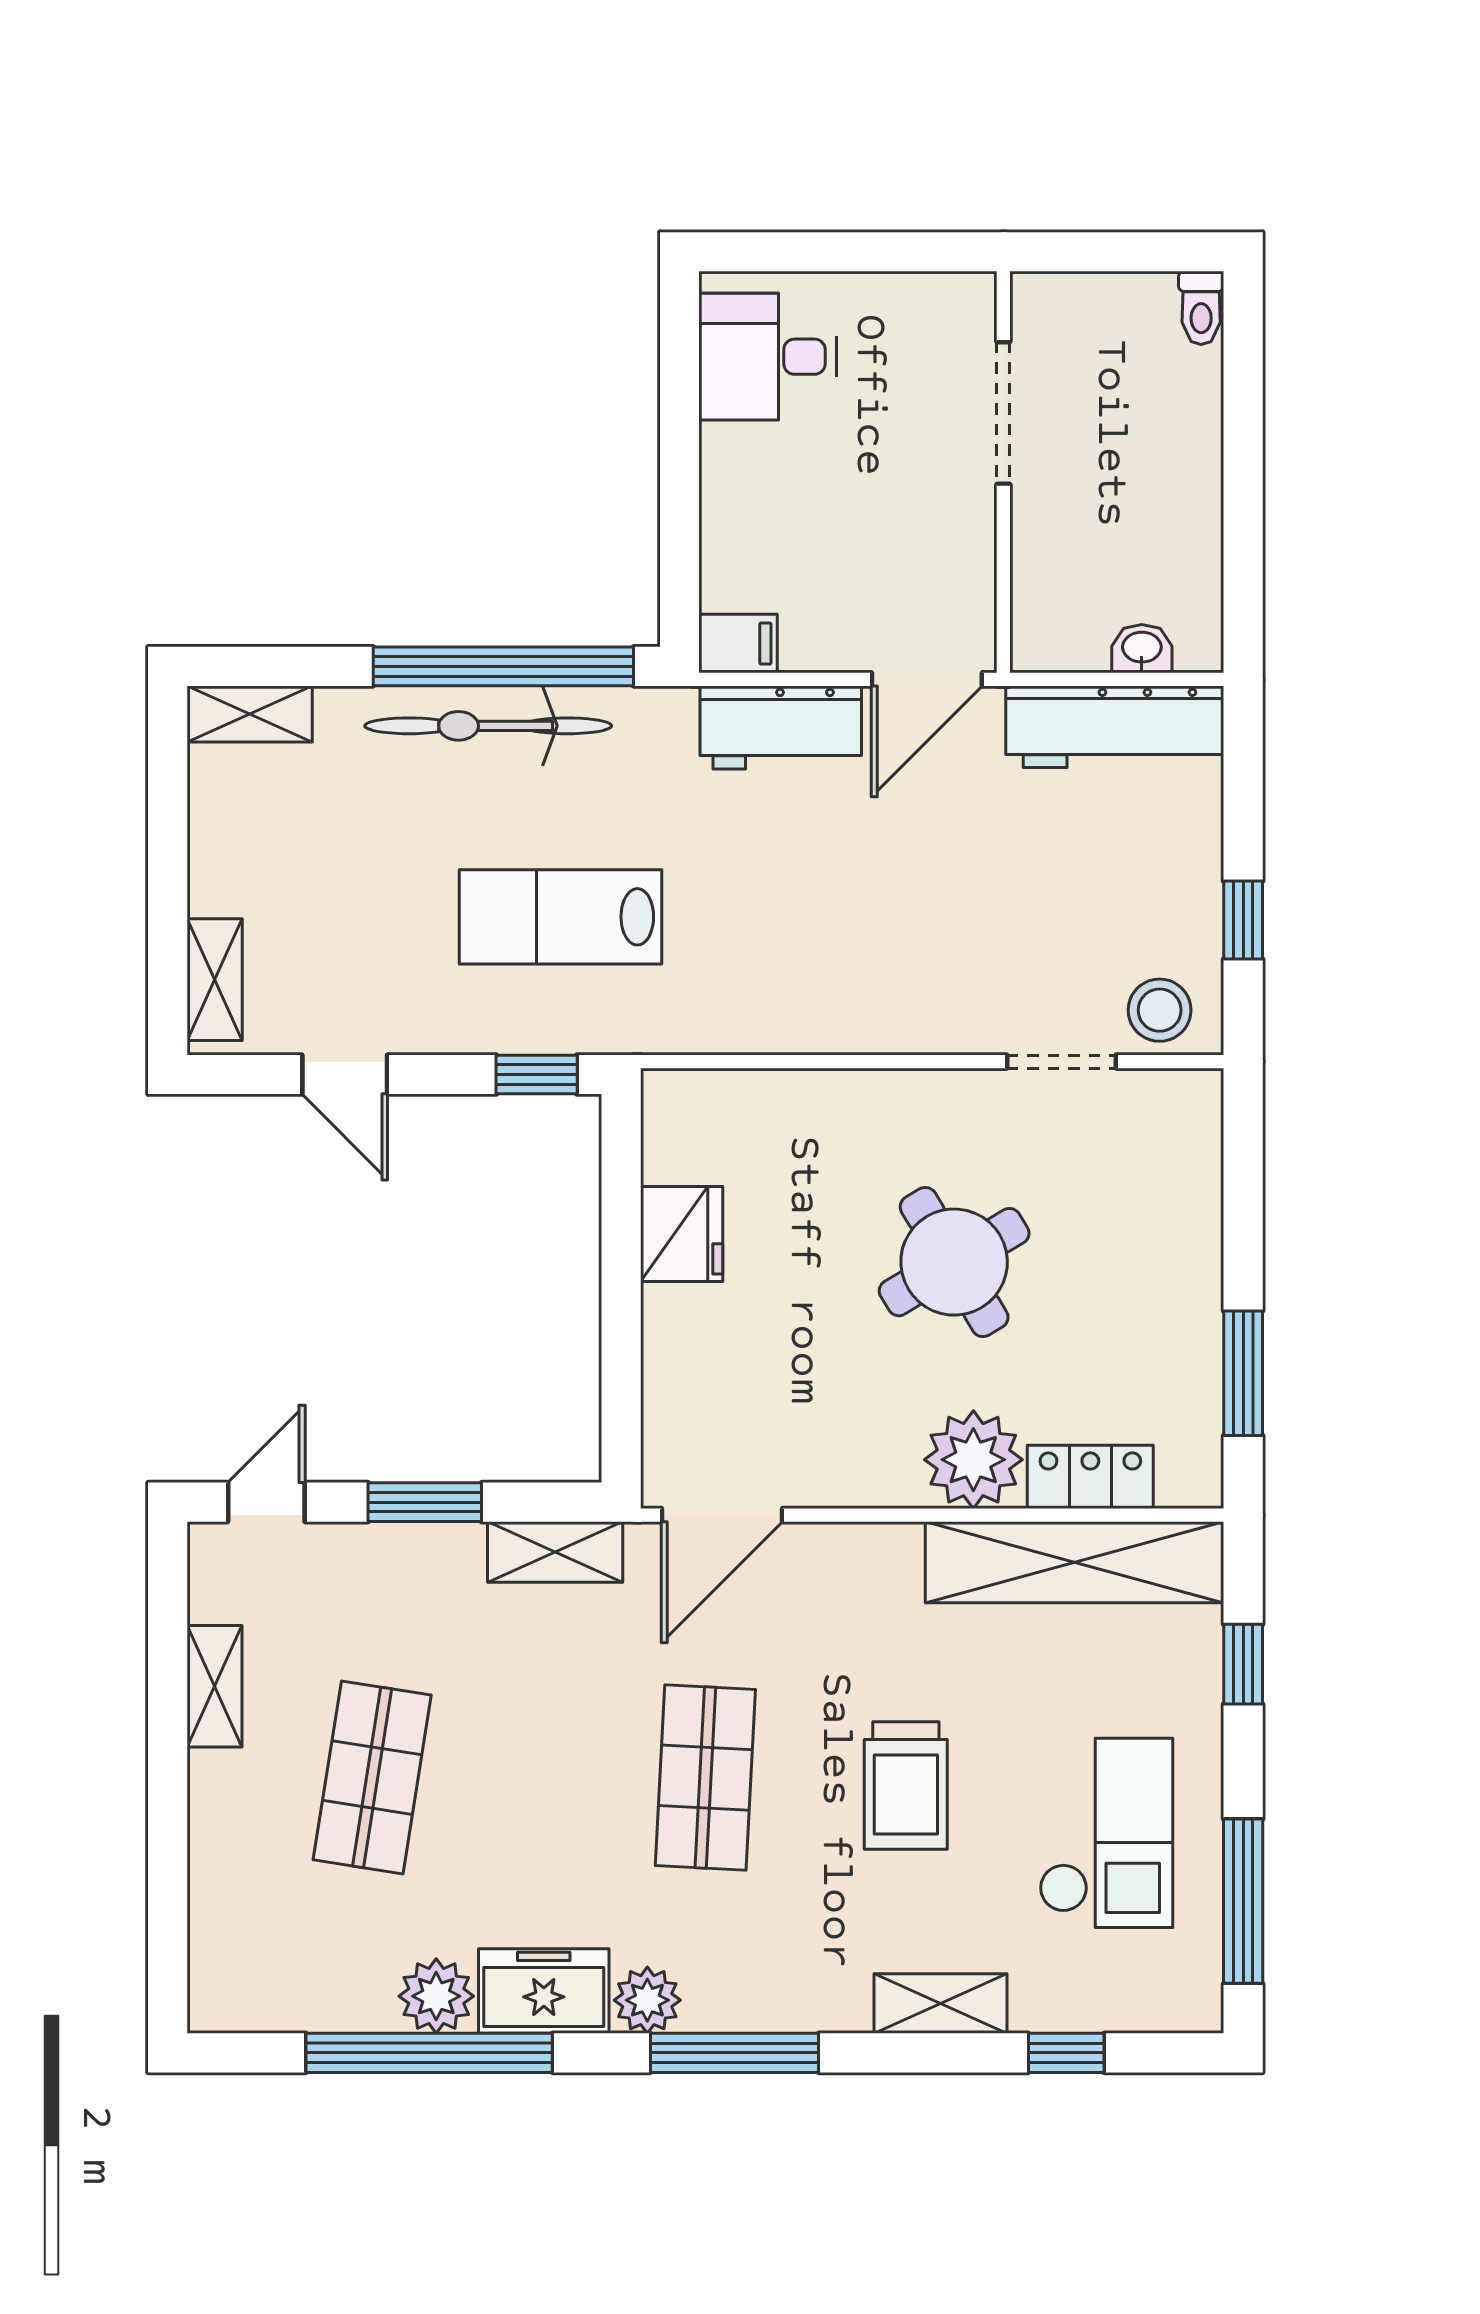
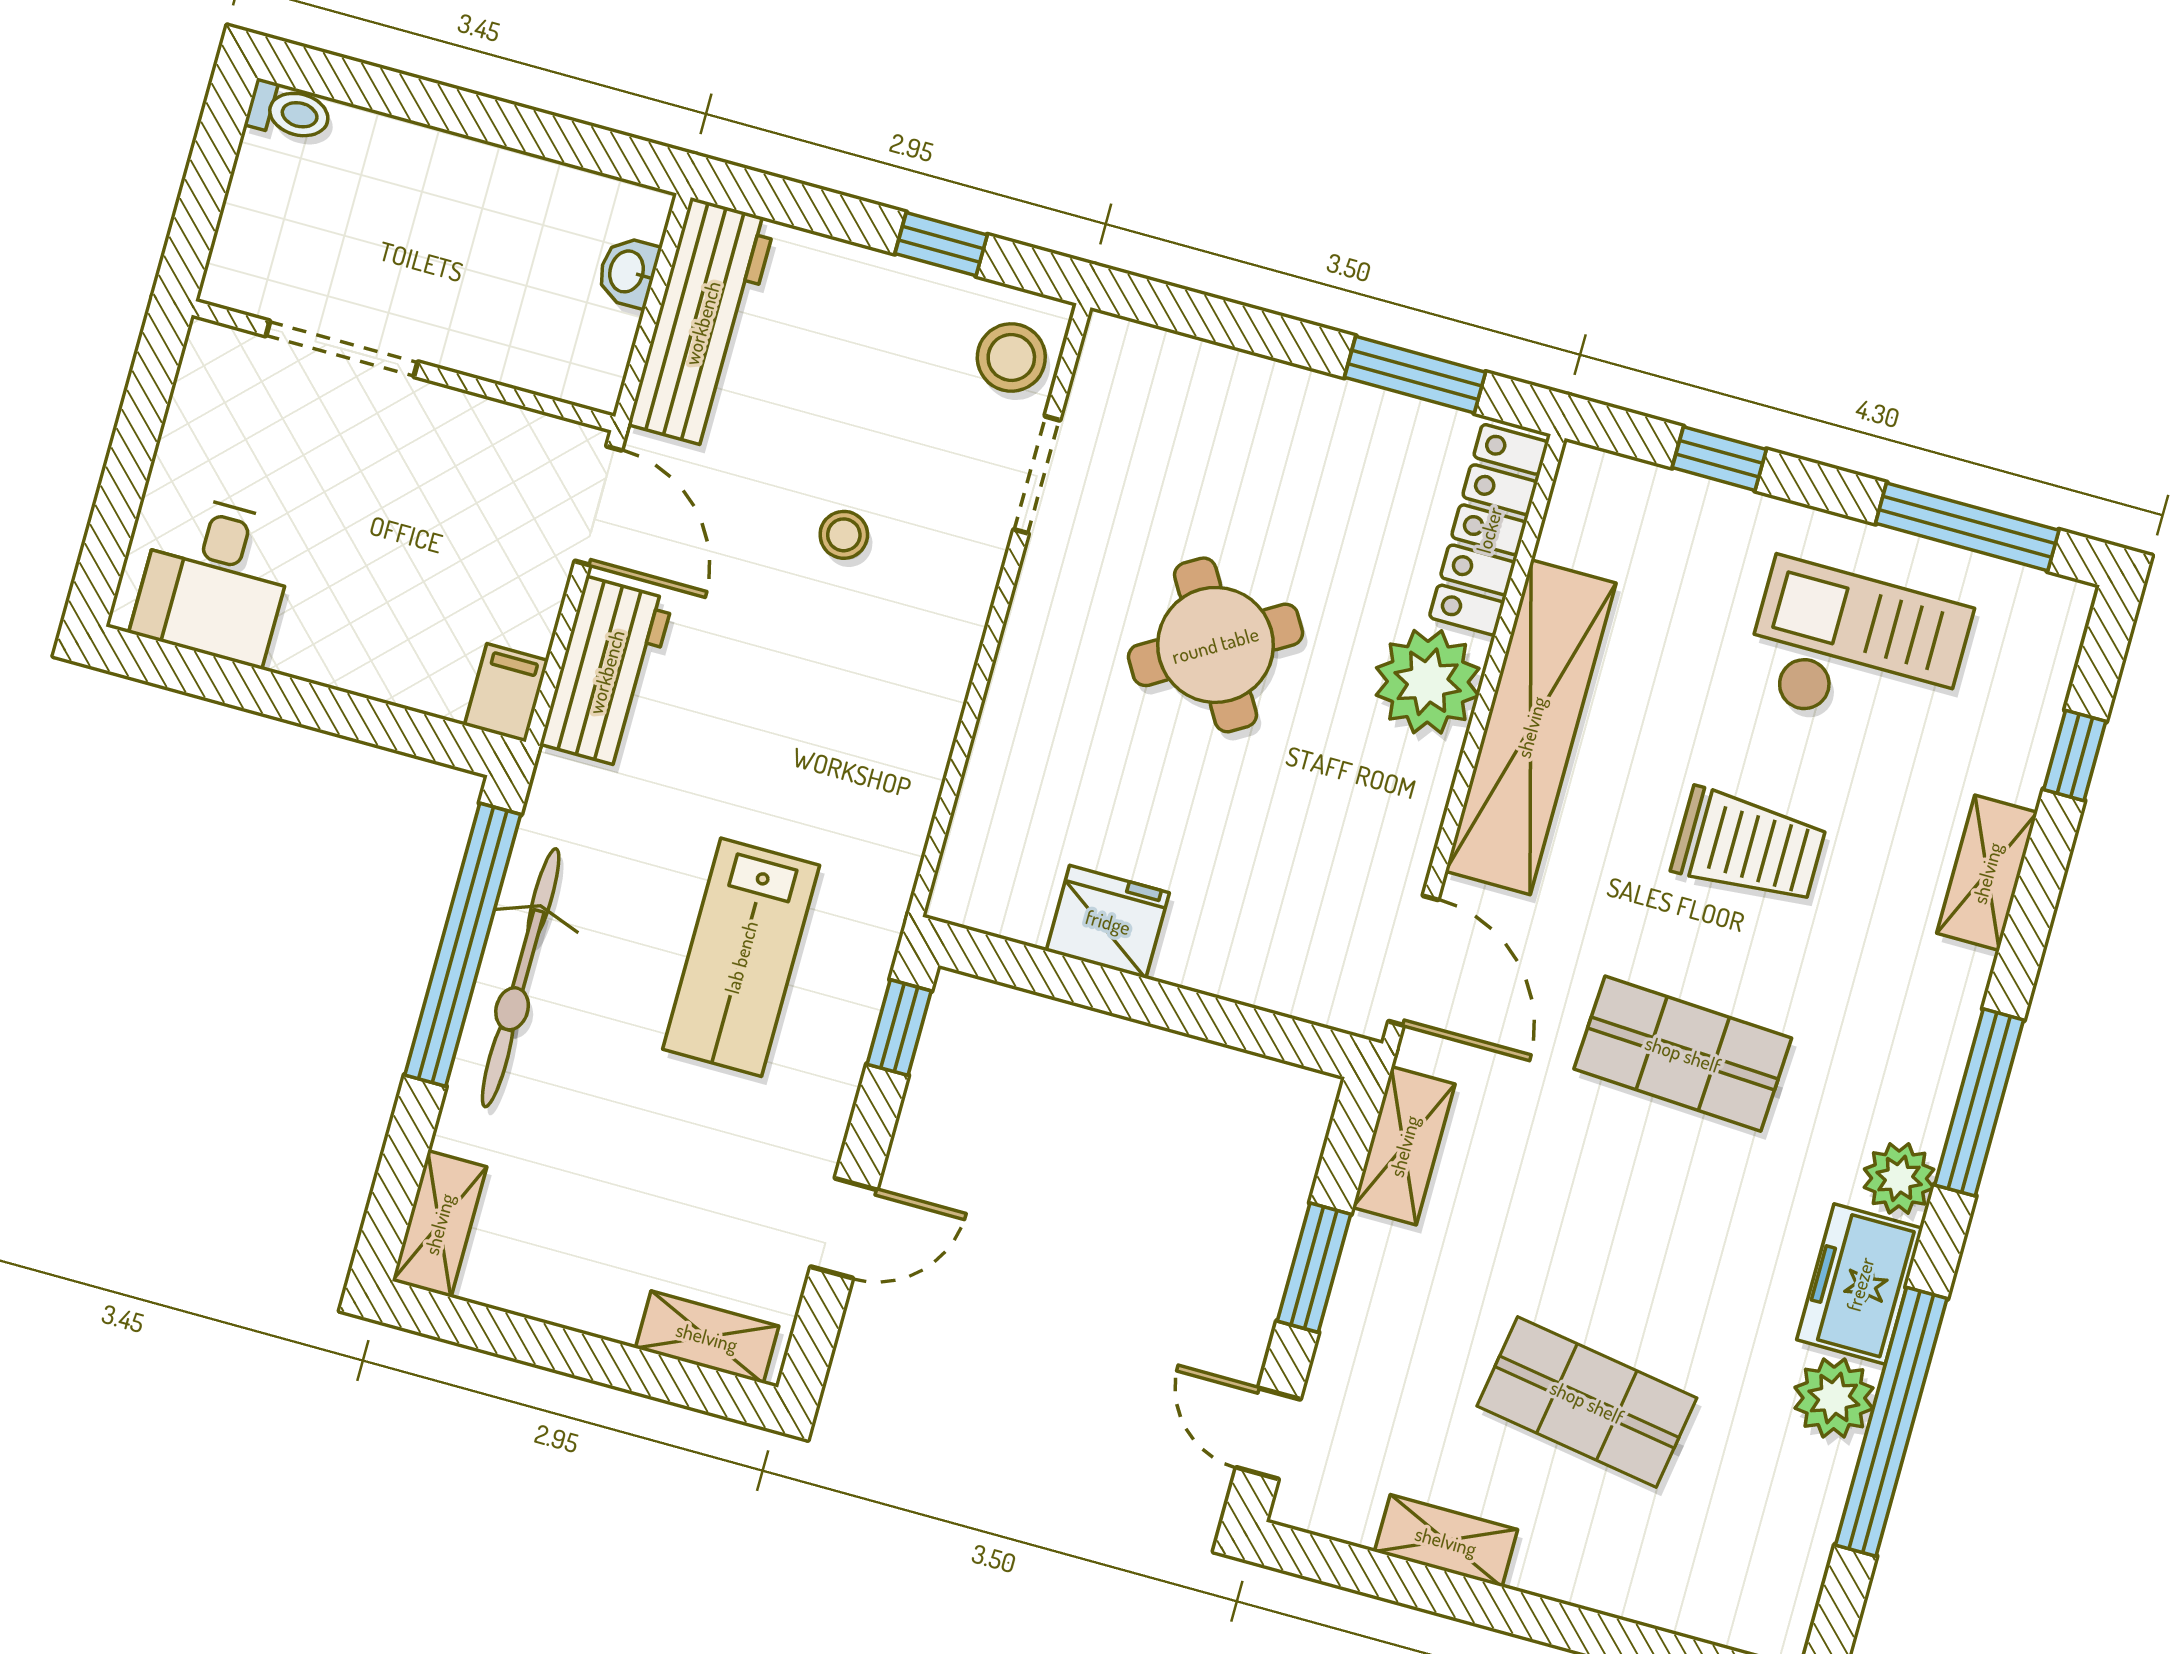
stool: (961, 905) -> (844, 535), added
locker: (1090, 1477) -> (1489, 530), width x1.53
shelving: (1075, 1562) -> (1531, 727), moved

